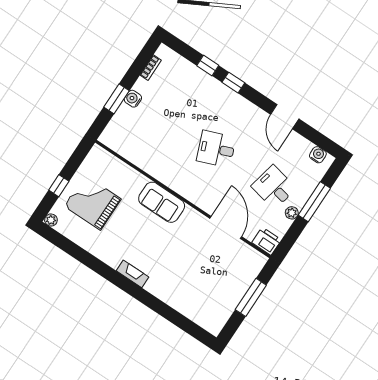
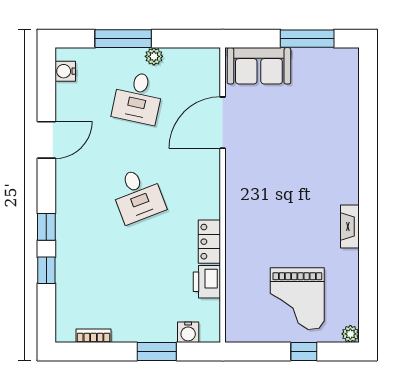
water cooler: (133, 99) -> (188, 332), moved
locker: (161, 173) -> (209, 242), added
sofa: (162, 202) -> (259, 66), moved, turned 90
printer: (267, 241) -> (207, 282), moved
fireplace: (133, 274) -> (350, 226), moved
window: (251, 297) -> (307, 39), moved

